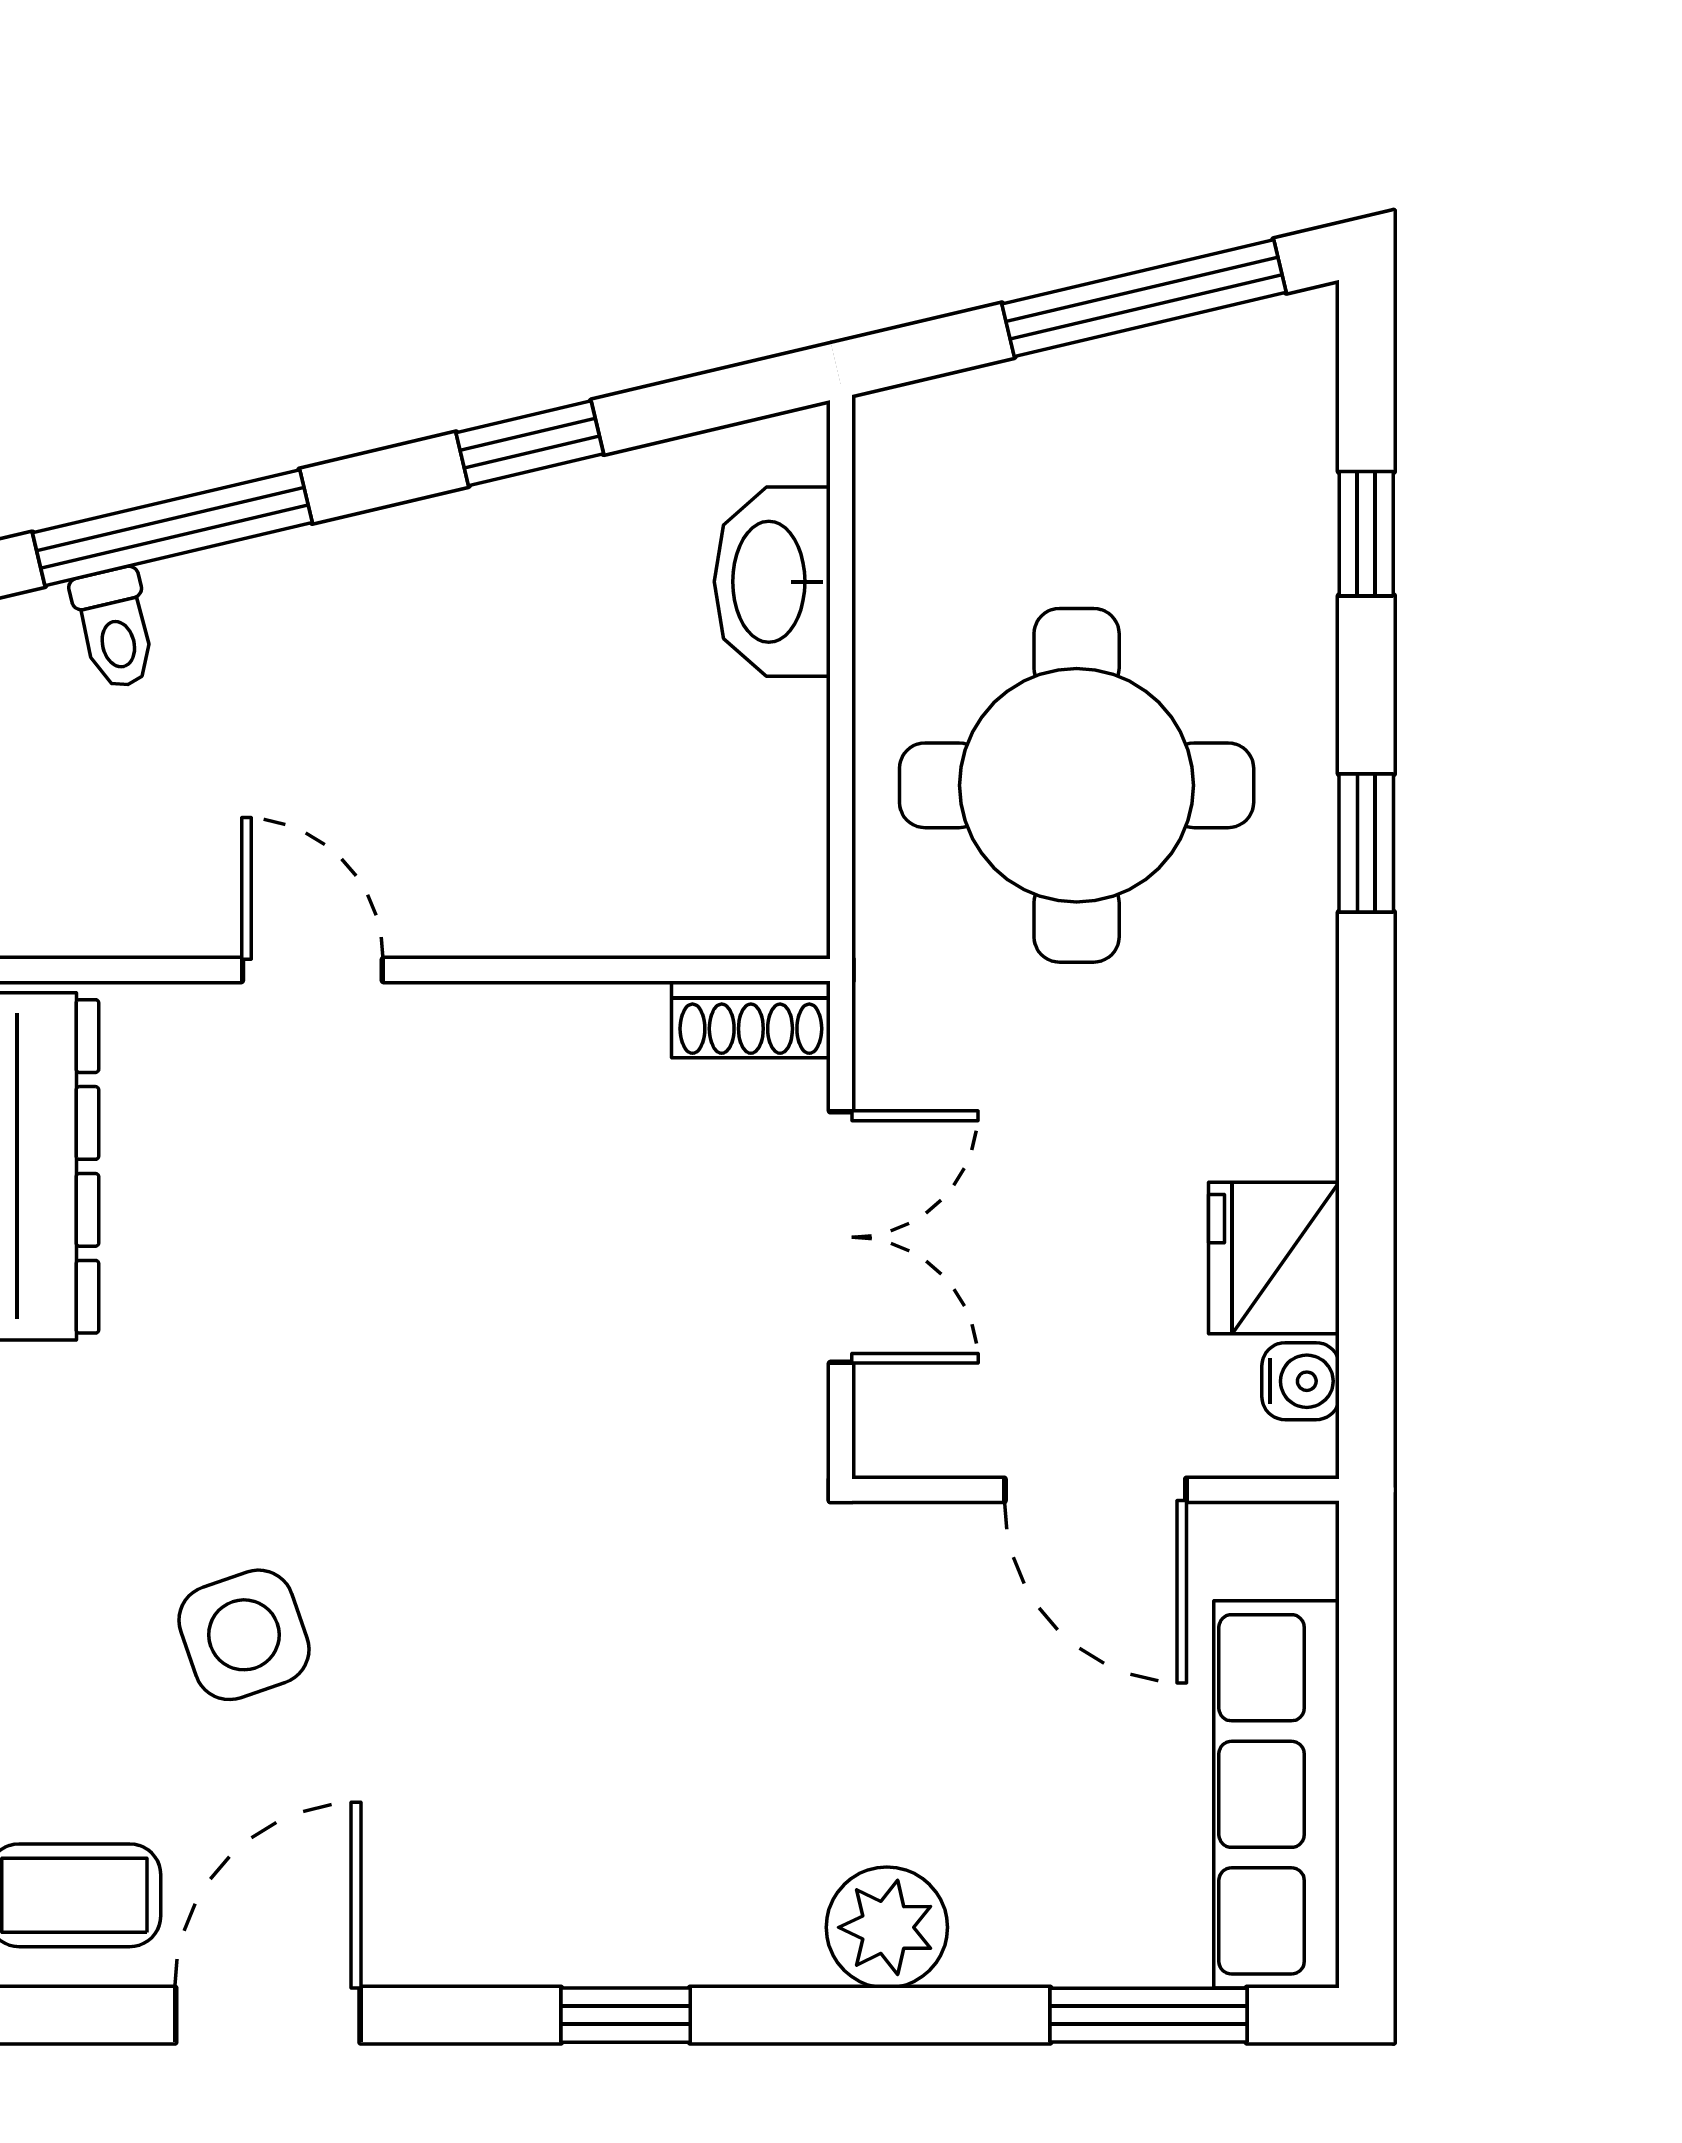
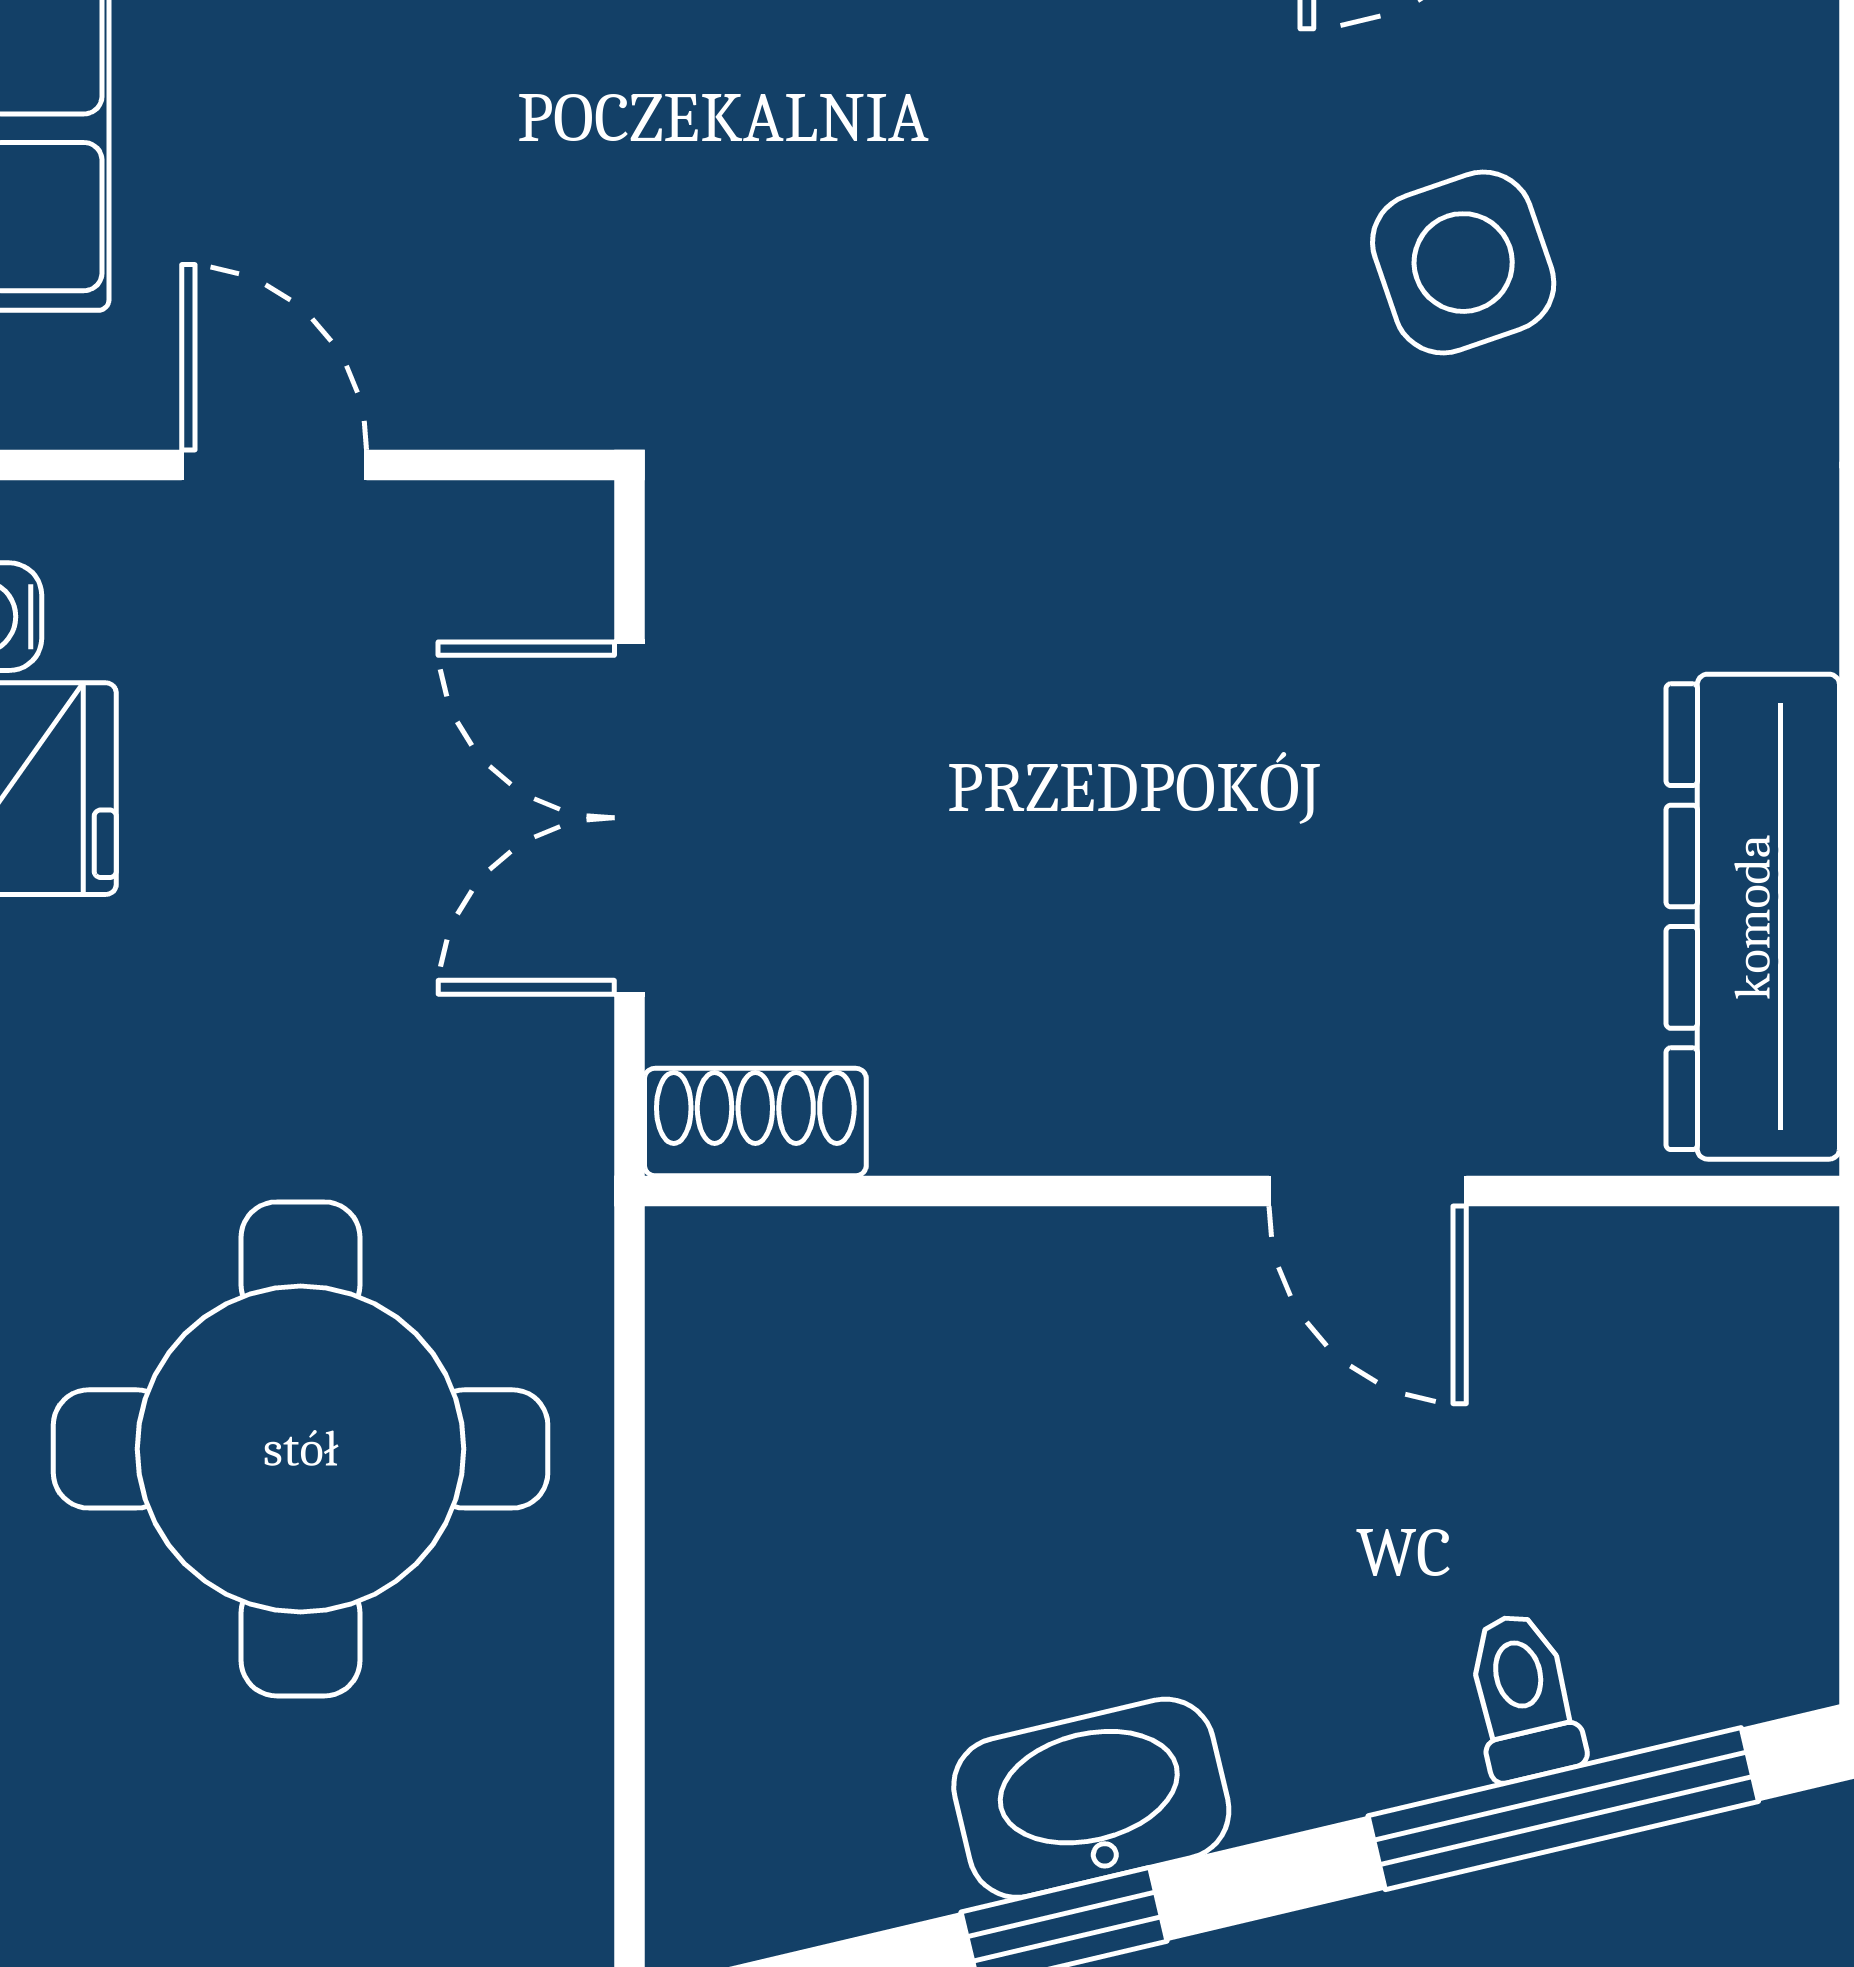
washbasin: (772, 582) -> (1091, 1798), moved, turned -103
toilet: (115, 628) -> (1523, 1696), moved
door: (1095, 1490) -> (274, 465), width x0.73

